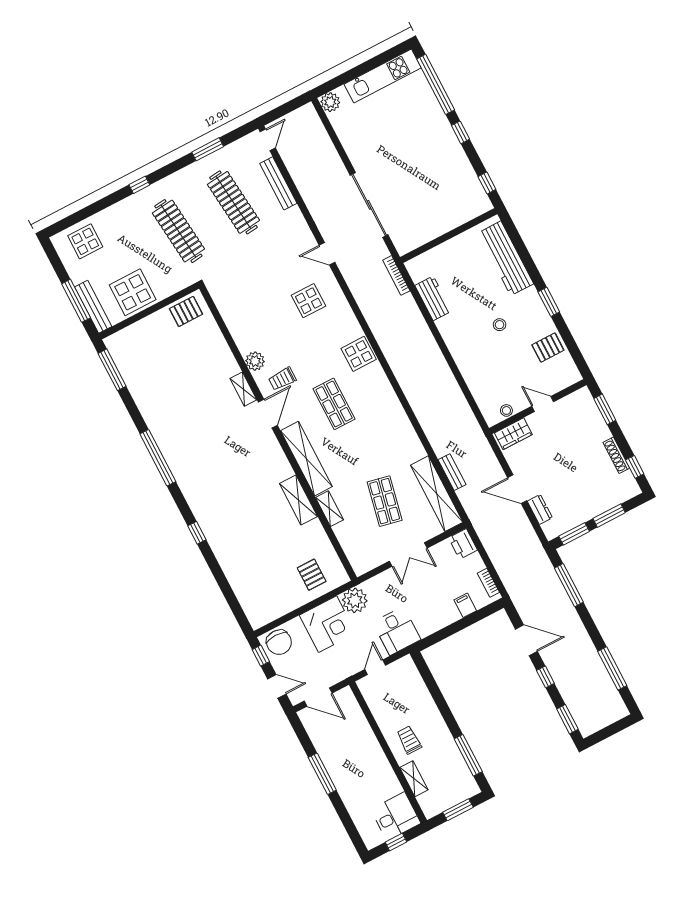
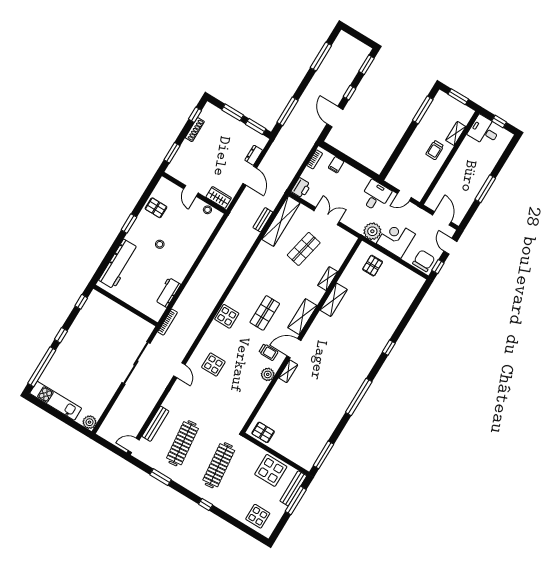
shelving: (306, 459) -> (302, 317), width x0.68

